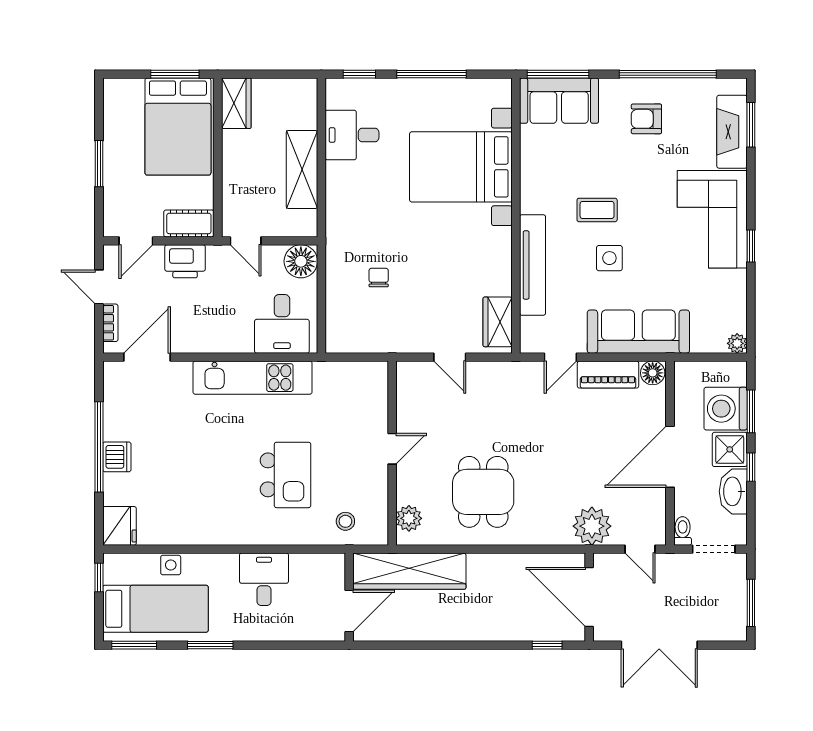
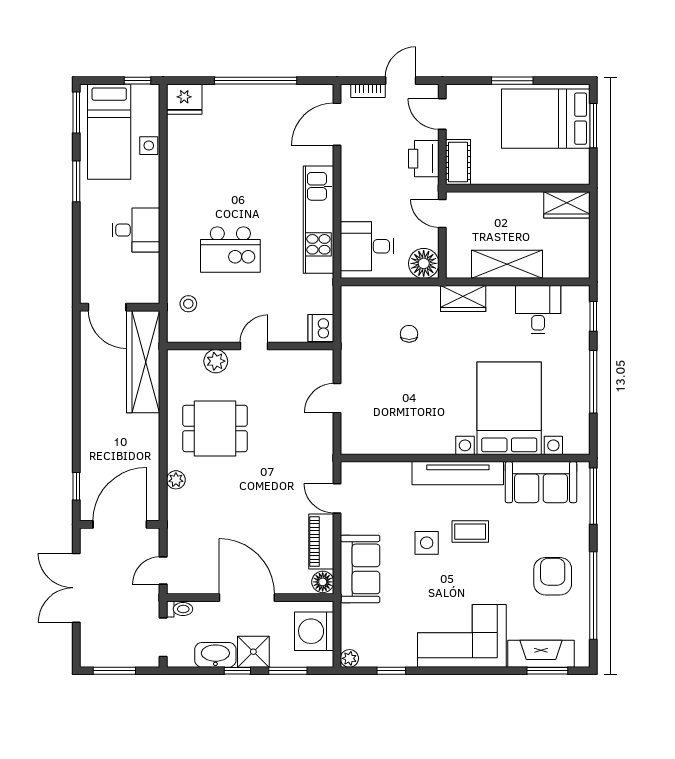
window: (175, 74) -> (593, 126), moved
sofa: (559, 101) -> (541, 482), moved, turned -90
armchair: (646, 119) -> (553, 576), width x1.38, depth x1.38
bed: (178, 127) -> (546, 119), moved
coffee table: (597, 210) -> (470, 532), turned 90
door: (246, 241) -> (442, 213), hinge flipped
window: (751, 246) -> (391, 671), moved
tv unit: (533, 265) -> (458, 473), moved
chair: (379, 278) -> (409, 334), turned -90
wardrobe: (498, 322) -> (463, 298), moved, turned 180
sofa: (638, 332) -> (360, 569), width x0.73
door: (147, 357) -> (337, 124), swing flipped
washing machine: (726, 409) -> (314, 631), moved, turned -90
door: (392, 449) -> (254, 346), swing flipped
dishwasher: (117, 457) -> (321, 328), moved, turned 90
plant: (409, 518) -> (216, 361), moved
plant: (592, 526) -> (176, 480), moved, width x0.53, depth x0.53

